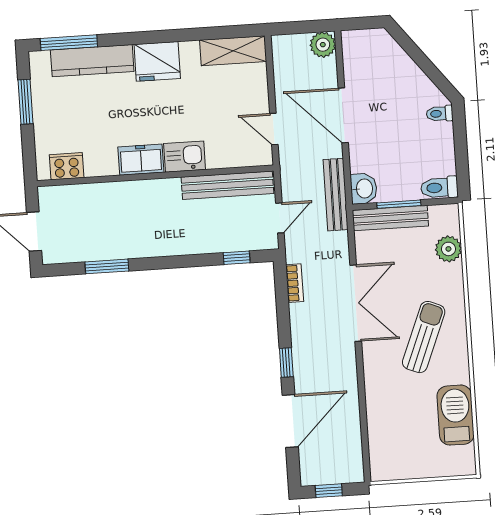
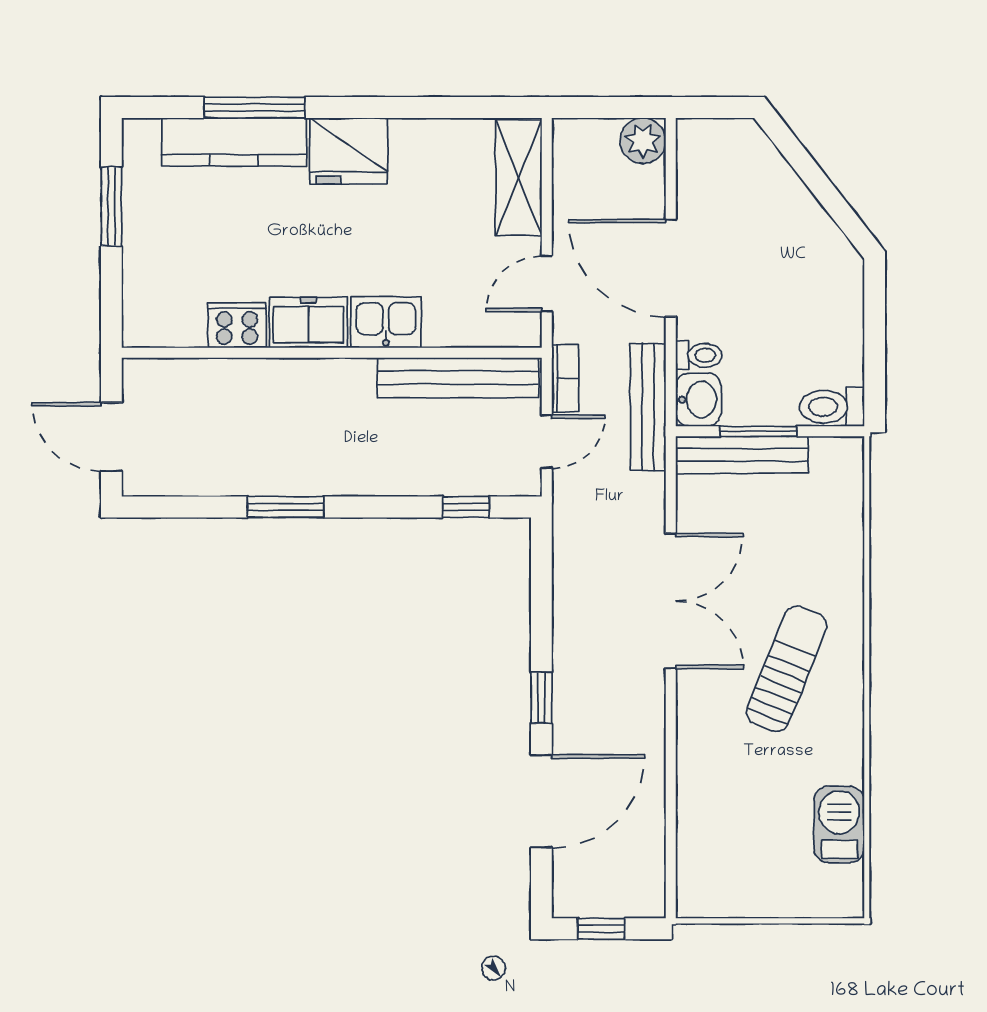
window: (69, 43) -> (254, 108), moved
shelving: (233, 51) -> (519, 178), moved, turned 90
toilet: (440, 114) -> (699, 355), moved, turned 180
door: (274, 129) -> (547, 284), hinge flipped
cooker: (67, 166) -> (237, 325), moved
plant: (448, 249) -> (841, 516), removed
window: (107, 266) -> (286, 507), moved
bookcase: (295, 283) -> (565, 378), moved
barbecue: (456, 415) -> (839, 825), width x0.73, depth x0.83

